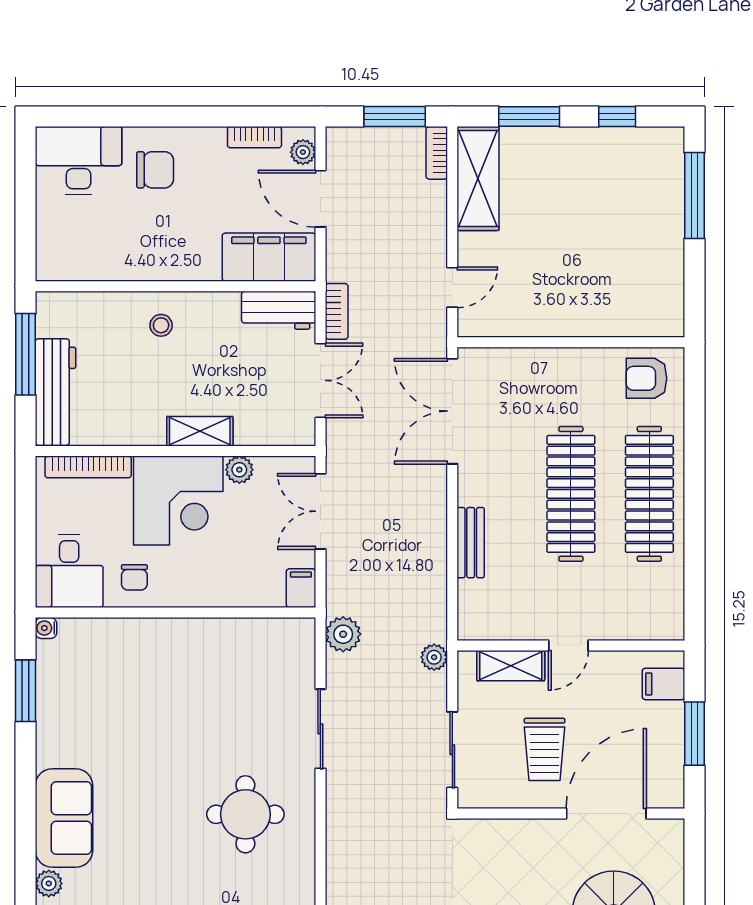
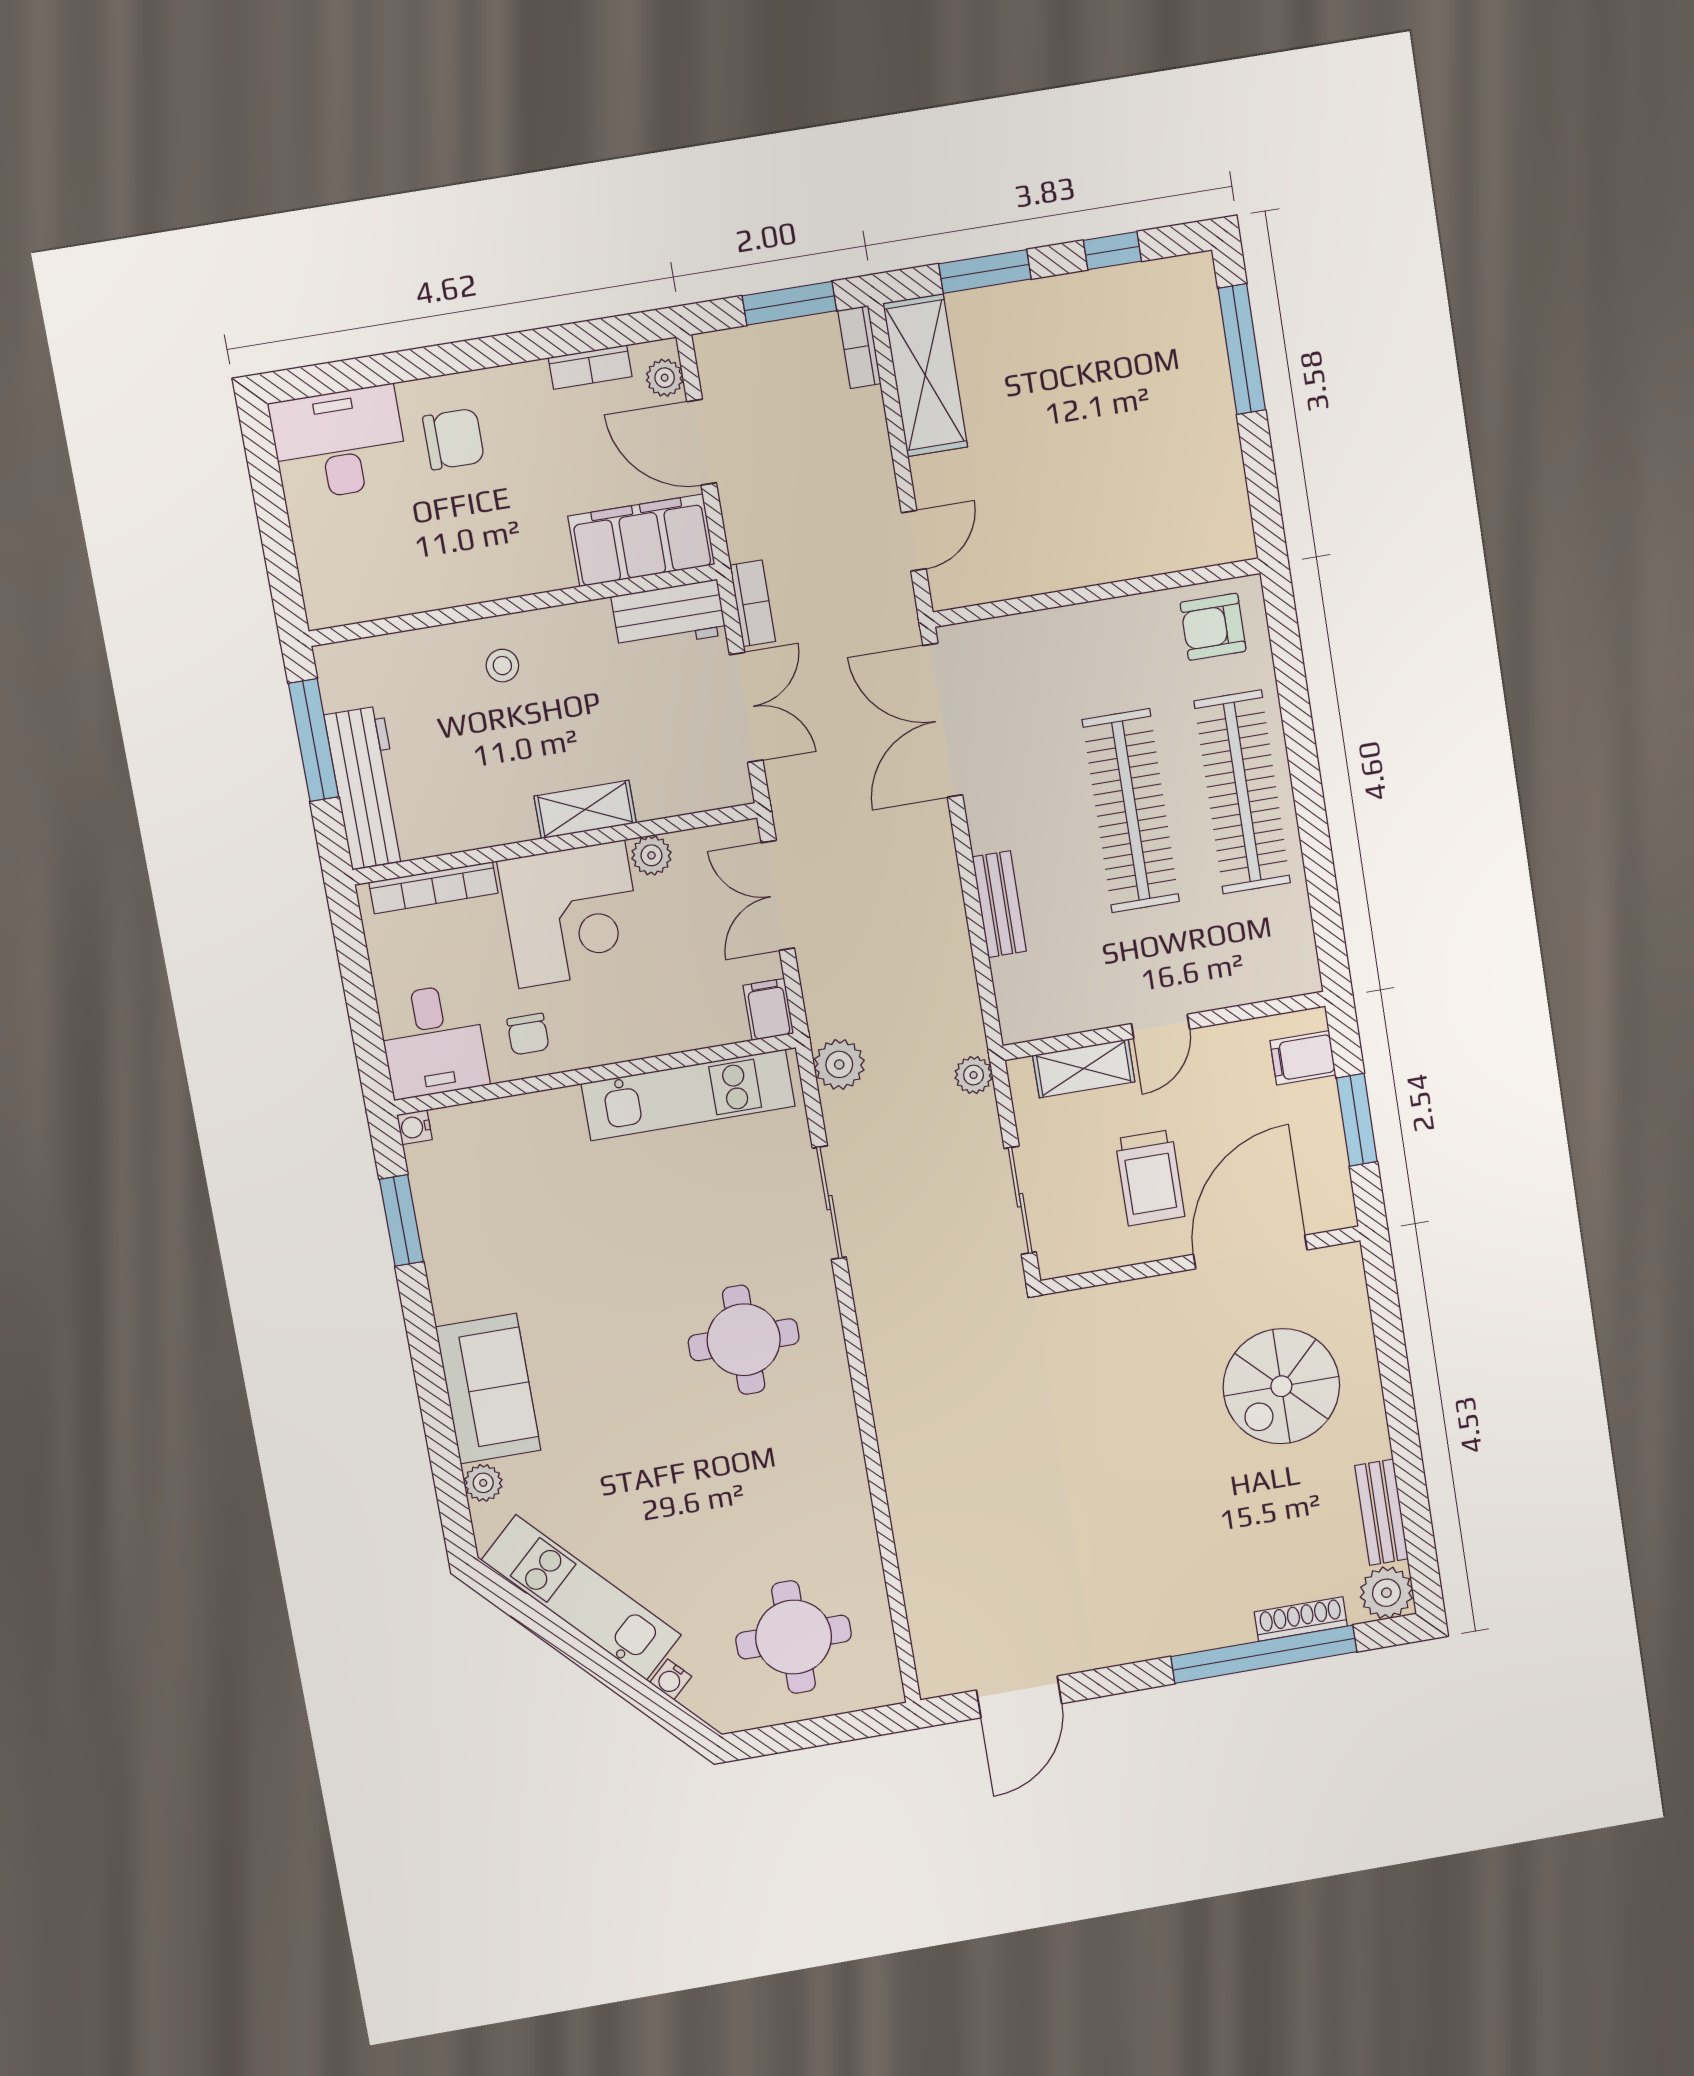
kitchen unit: (236, 638) -> (688, 1095), added

